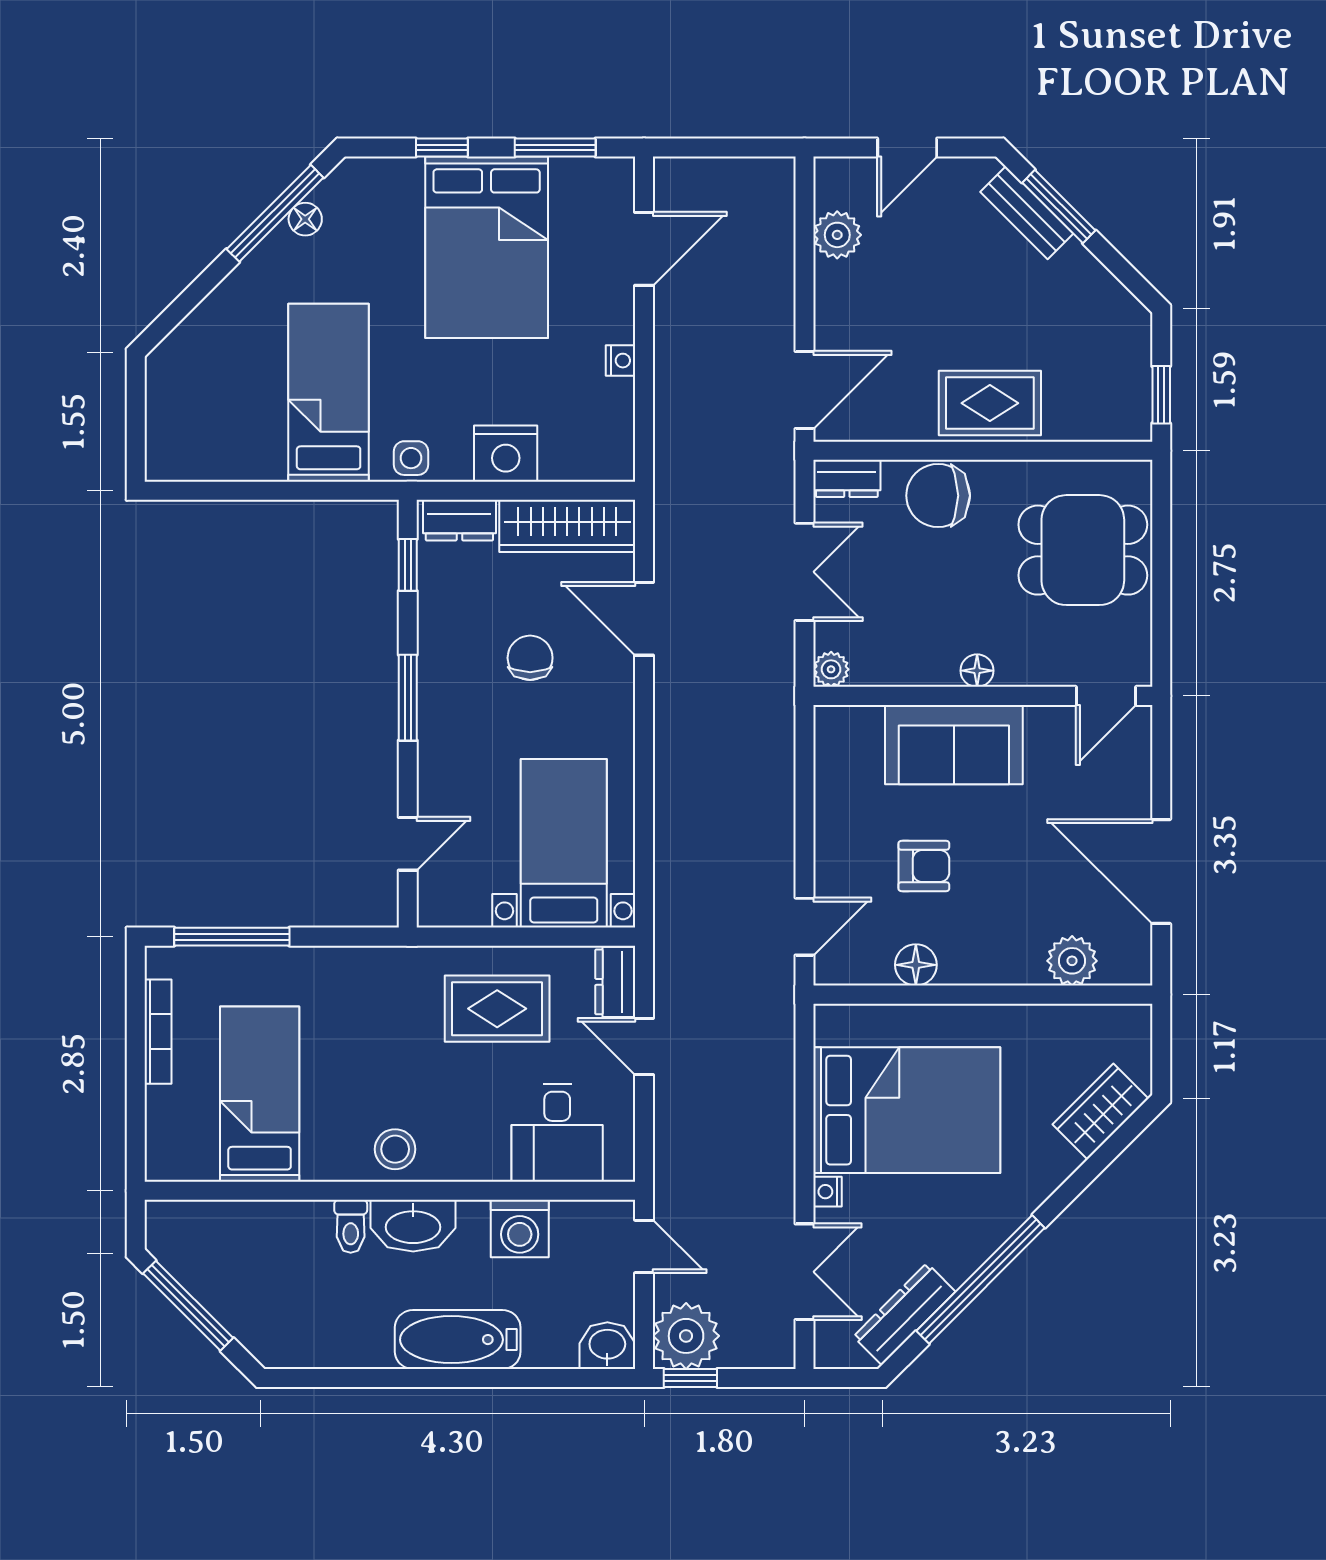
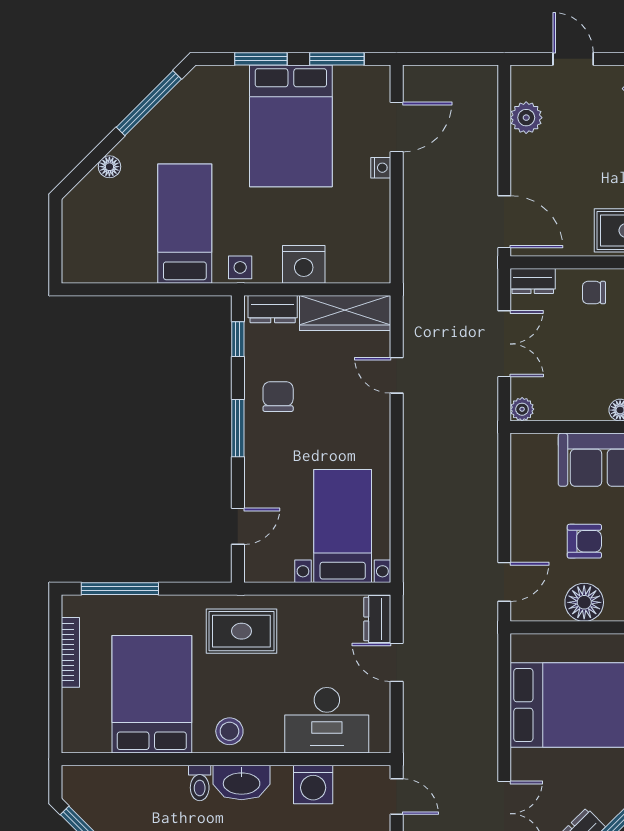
window: (442, 147) -> (261, 59), width x1.50
door: (907, 147) -> (573, 59), swing flipped
floor lamp: (305, 219) -> (109, 167), moved
nightstand: (621, 361) -> (381, 168), moved
door: (805, 390) -> (504, 222), hinge flipped
chair: (938, 496) -> (594, 293), width x0.54, depth x0.54
door: (644, 619) -> (397, 375), width x0.73
chair: (530, 658) -> (278, 397), moved
floor lamp: (916, 965) -> (584, 602), width x1.38, depth x1.38
rug: (497, 1009) -> (241, 631), moved
bed: (260, 1094) -> (152, 694), width x1.50
desk: (557, 1133) -> (327, 720), width x1.37
nightstand: (828, 1192) -> (520, 760), removed

